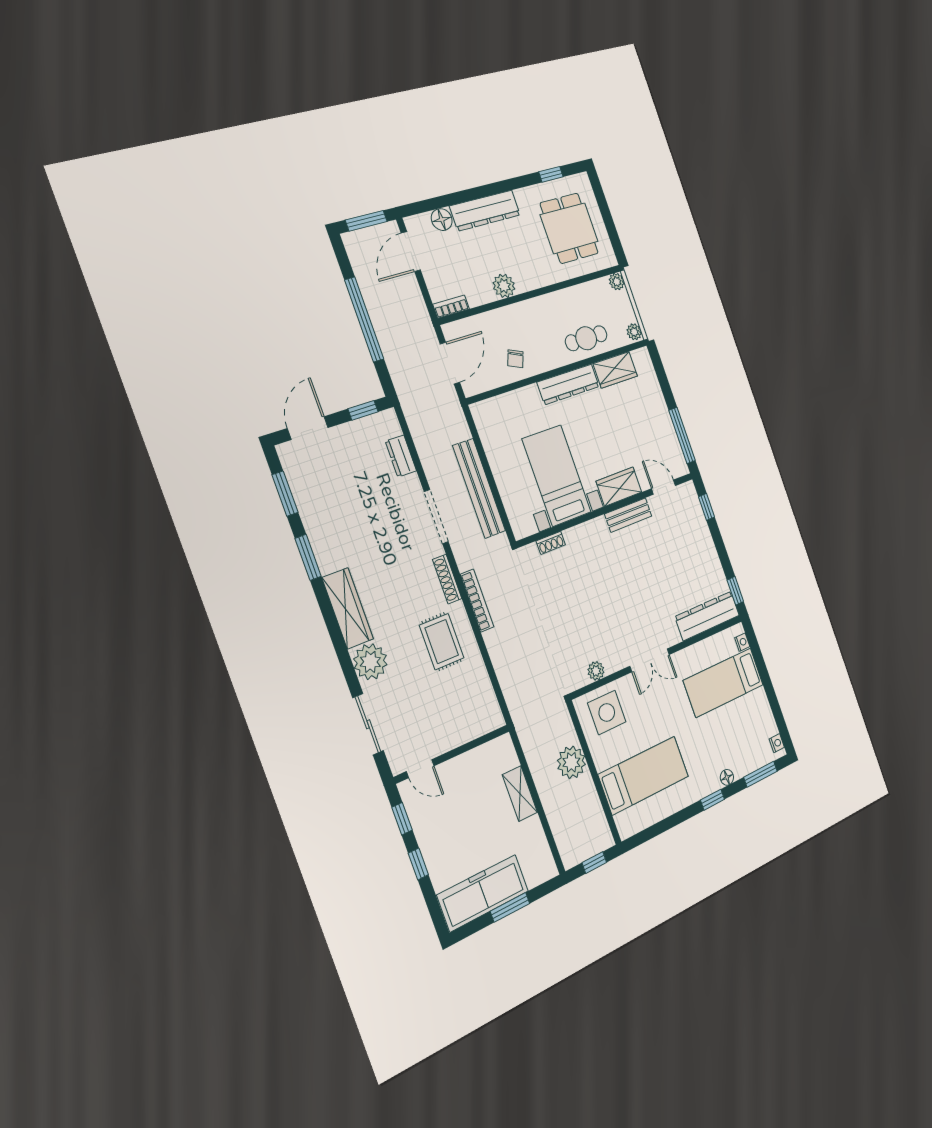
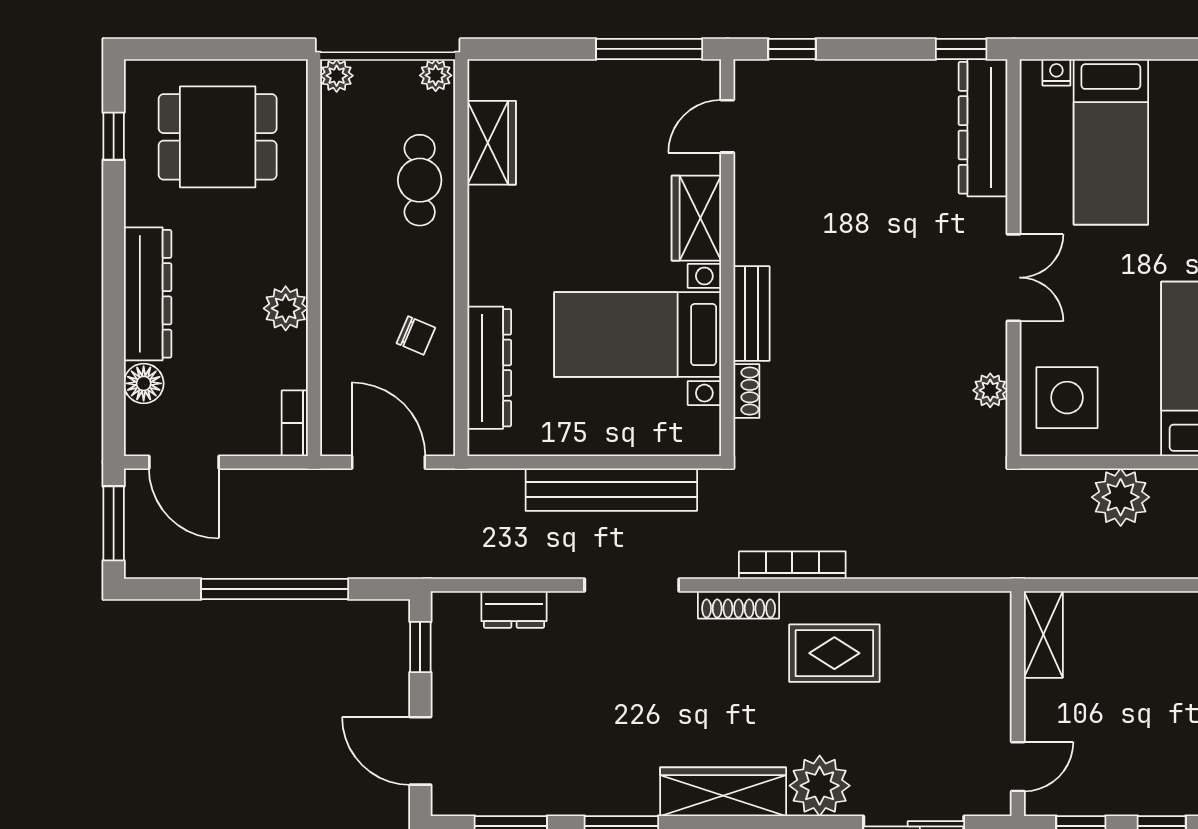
dresser: (568, 384) -> (489, 368), moved
bench: (628, 515) -> (751, 314), moved
shelving: (520, 794) -> (1043, 634), moved, turned 90

